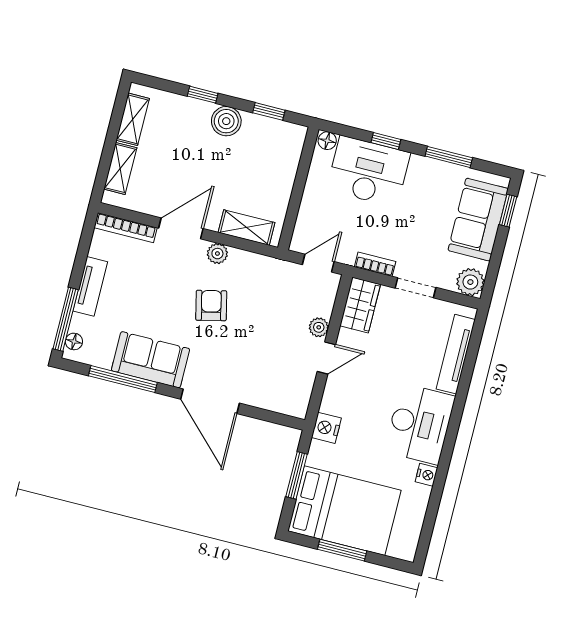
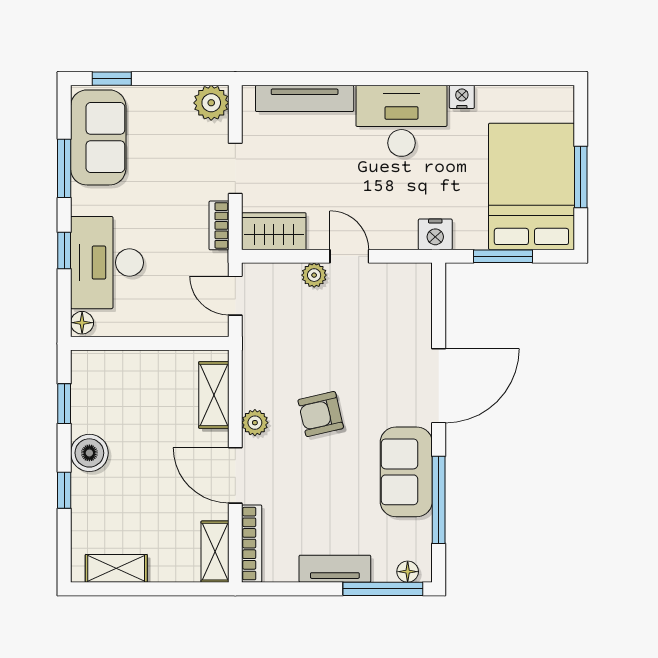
shelving: (120, 168) -> (215, 552), moved, turned 90
sofa: (478, 220) -> (98, 137), moved, turned -90

